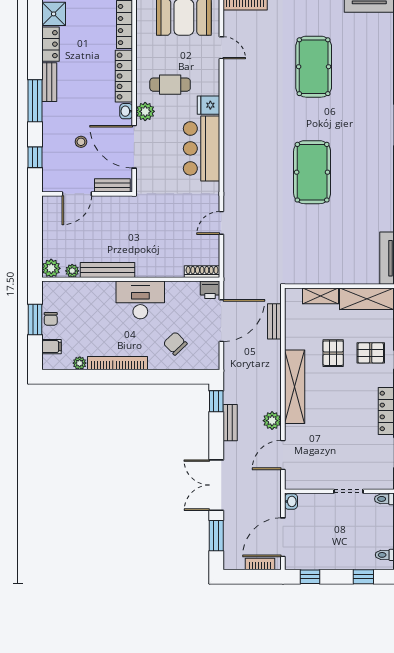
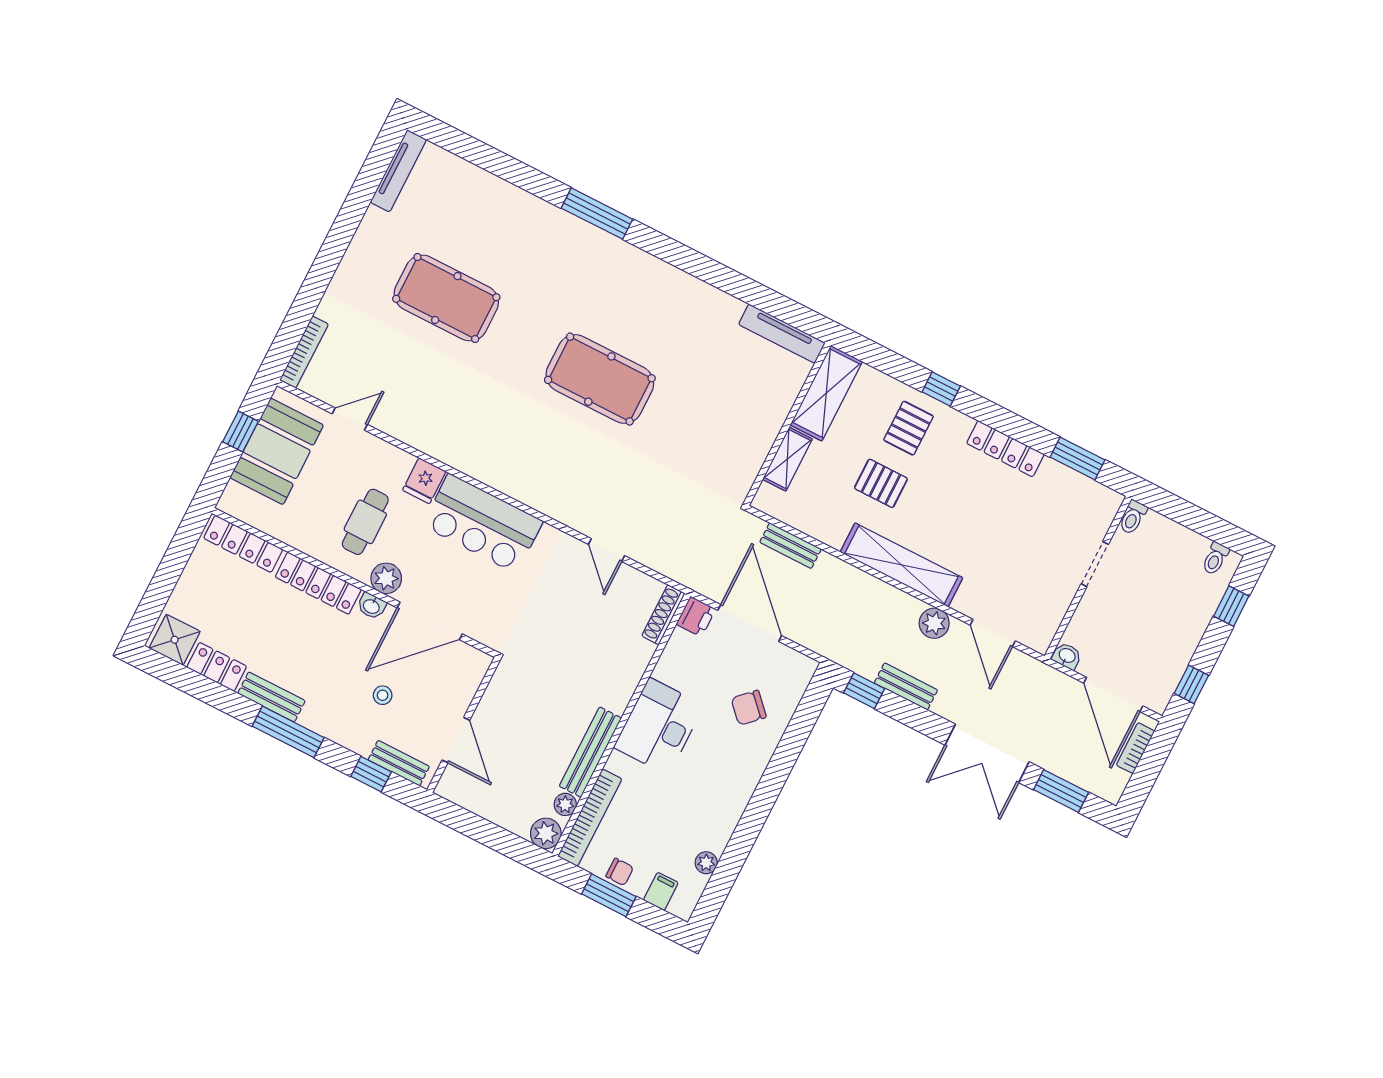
bench: (112, 185) -> (399, 763), moved, turned 90
bookcase: (118, 363) -> (590, 818), moved, turned 180

